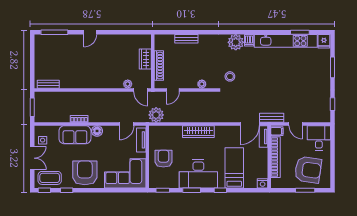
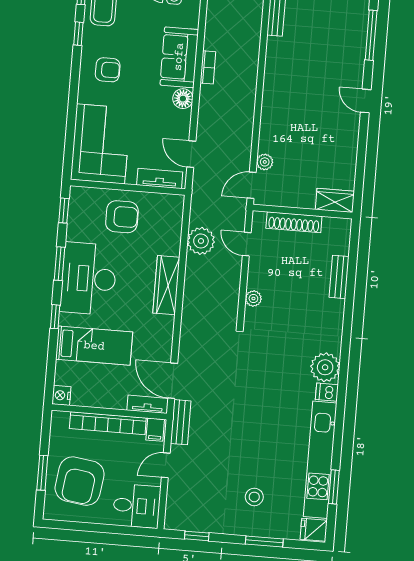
wardrobe: (145, 59) -> (335, 200), moved
stool: (230, 76) -> (254, 497), moved
plant: (156, 115) -> (201, 241), moved
armchair: (85, 173) -> (108, 70), width x0.53, depth x0.53

